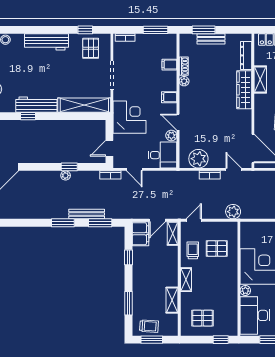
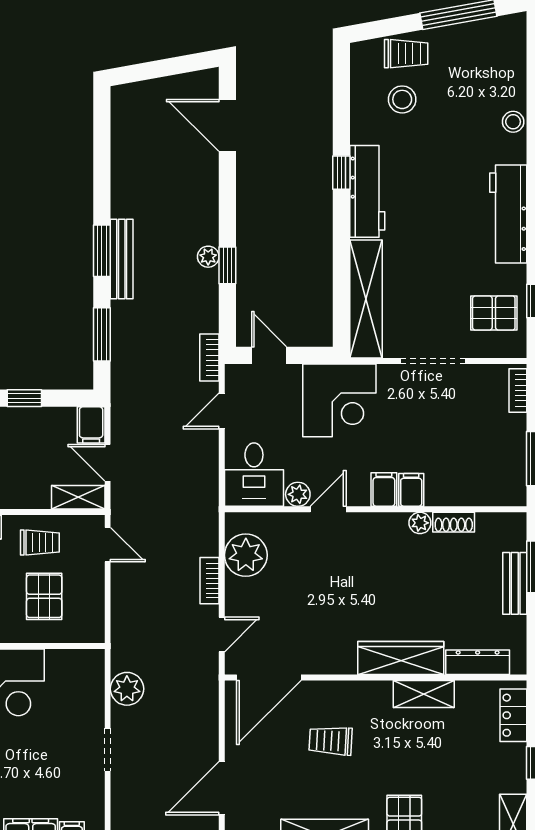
filing cabinet: (169, 65) -> (411, 490), moved
plant: (233, 212) -> (127, 689), moved
bench: (87, 214) -> (122, 259), moved
filing cabinet: (140, 234) -> (91, 425), width x0.50

